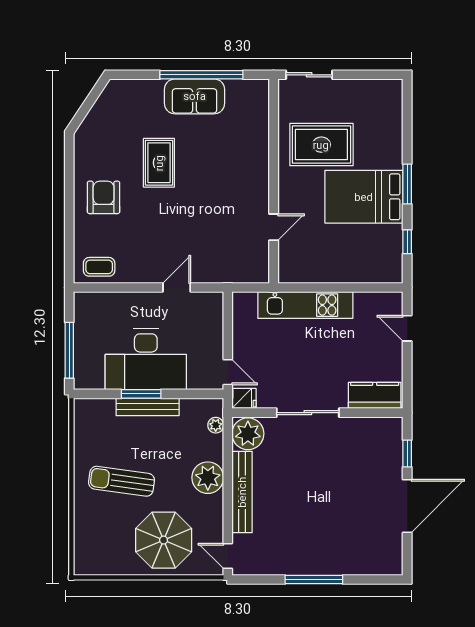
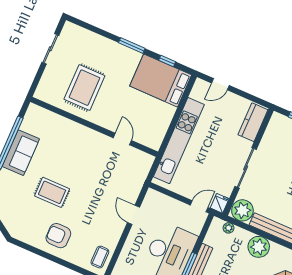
sliding door: (309, 75) -> (50, 49), moved
bed: (364, 197) -> (161, 80), moved, turned 90
kitchen unit: (305, 305) -> (179, 141), width x1.36

